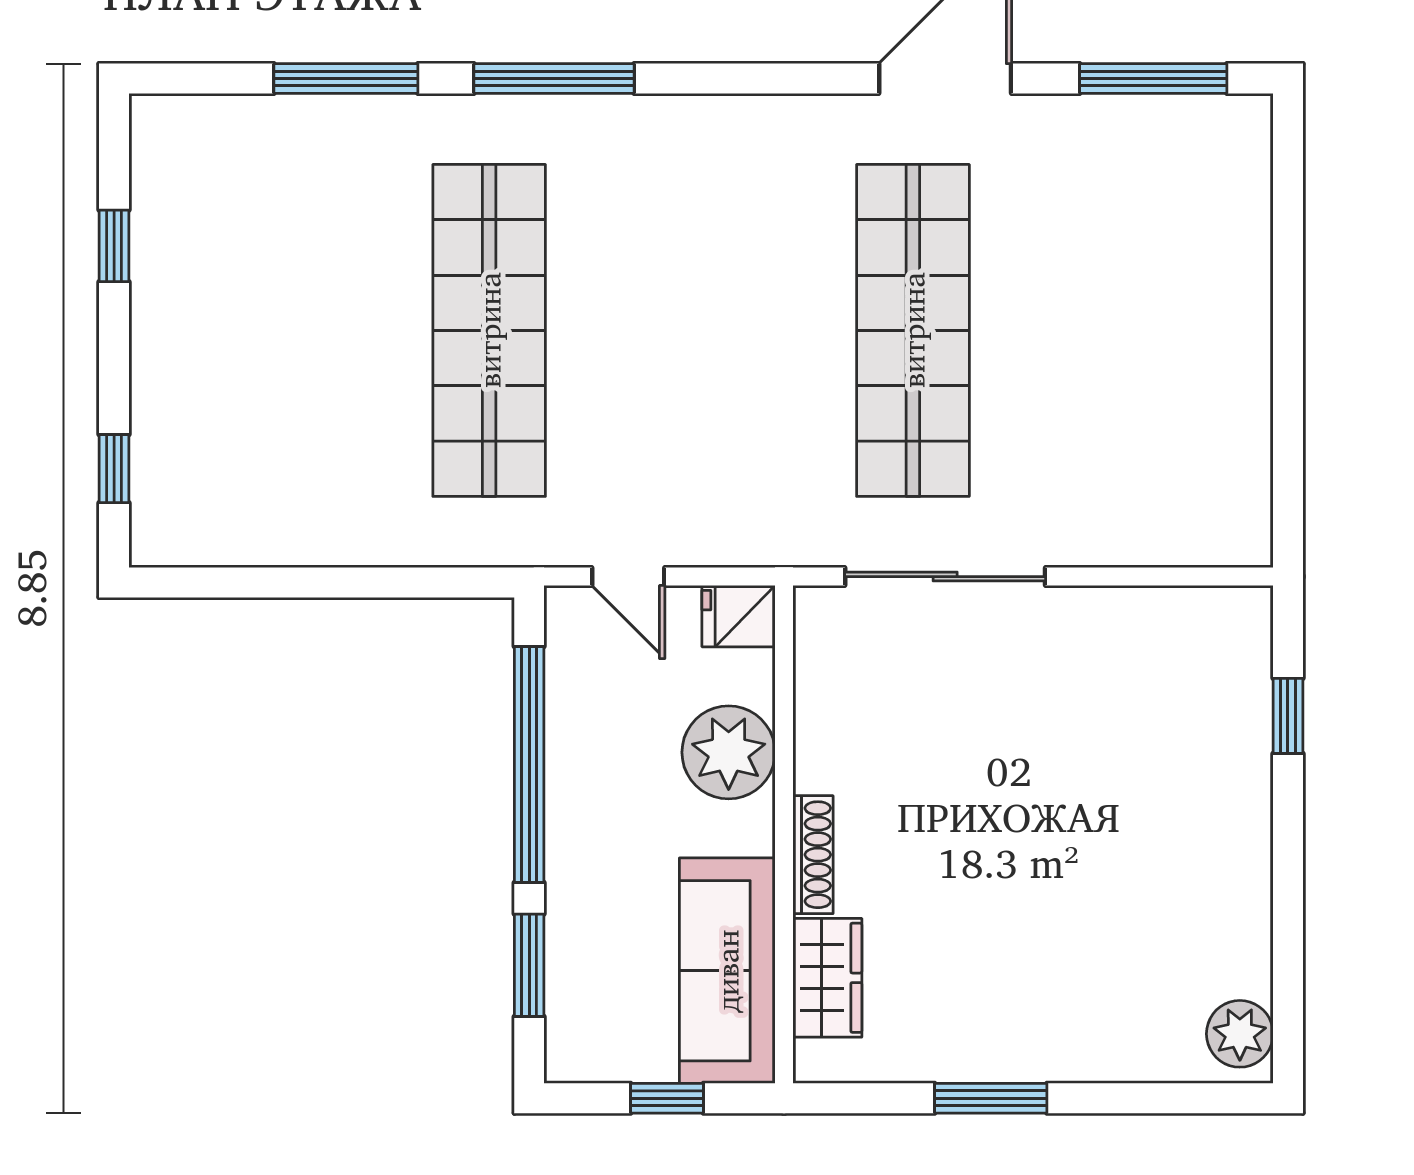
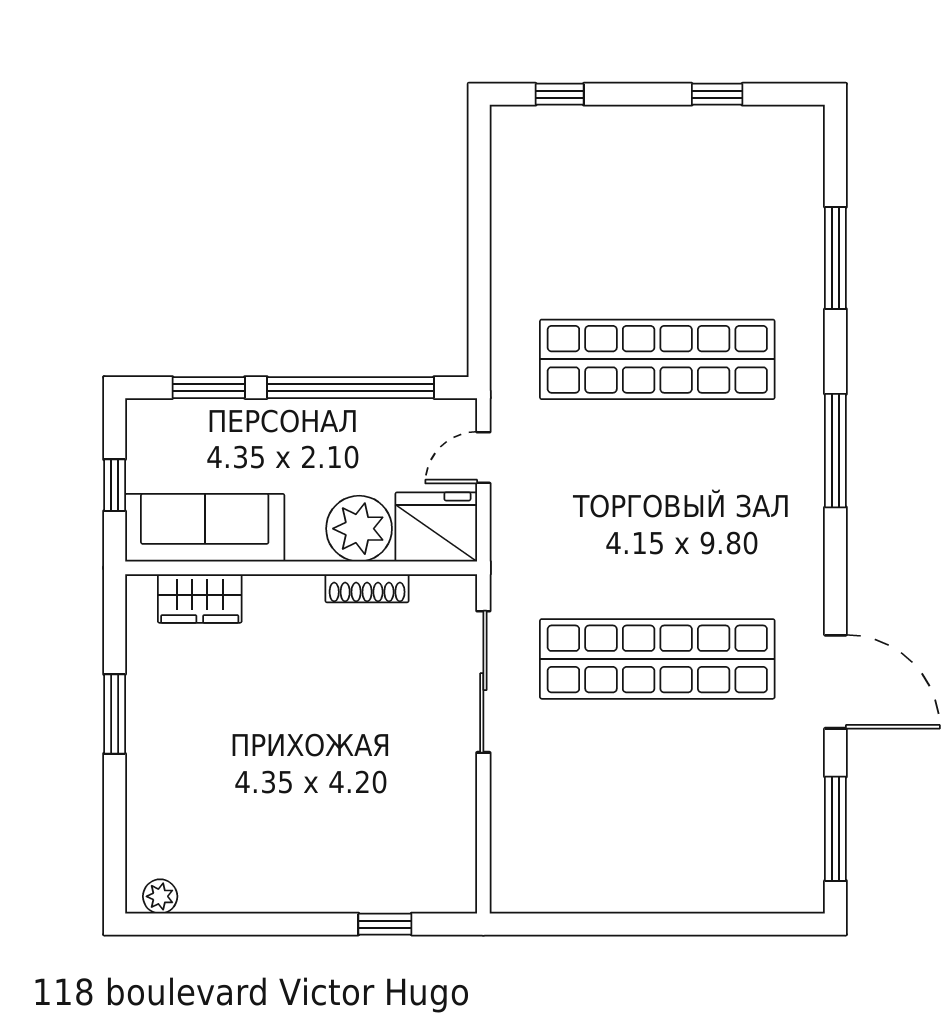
window: (554, 78) -> (835, 451), moved
fridge: (739, 616) -> (436, 527), width x1.88, depth x1.34
shoe rack: (813, 855) -> (367, 588), moved
plant: (1240, 1034) -> (160, 896), width x0.73, depth x0.73

